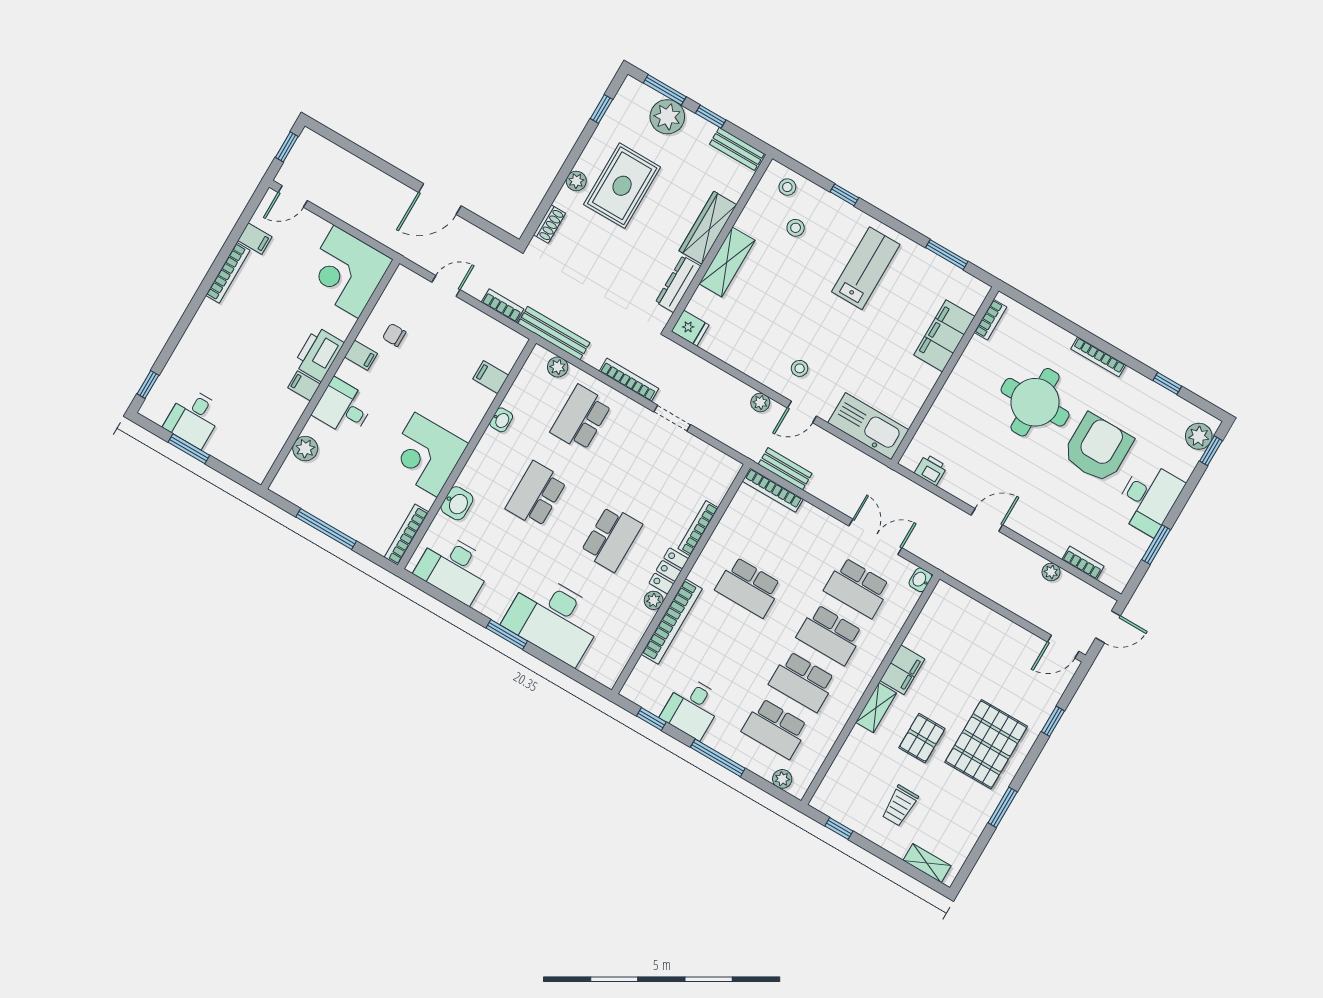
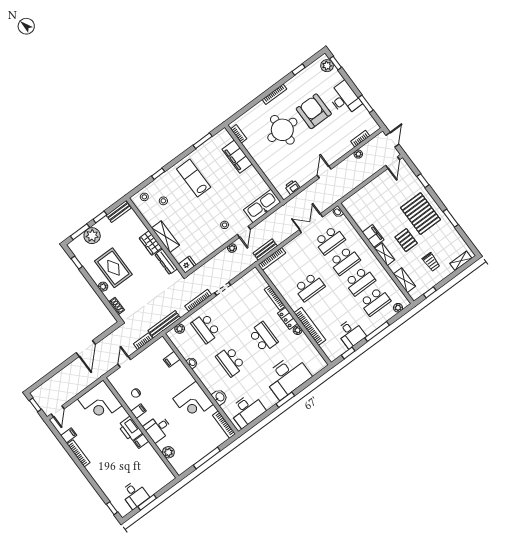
wardrobe: (708, 228) -> (151, 243), width x0.67
shelving: (842, 768) -> (404, 280), added

